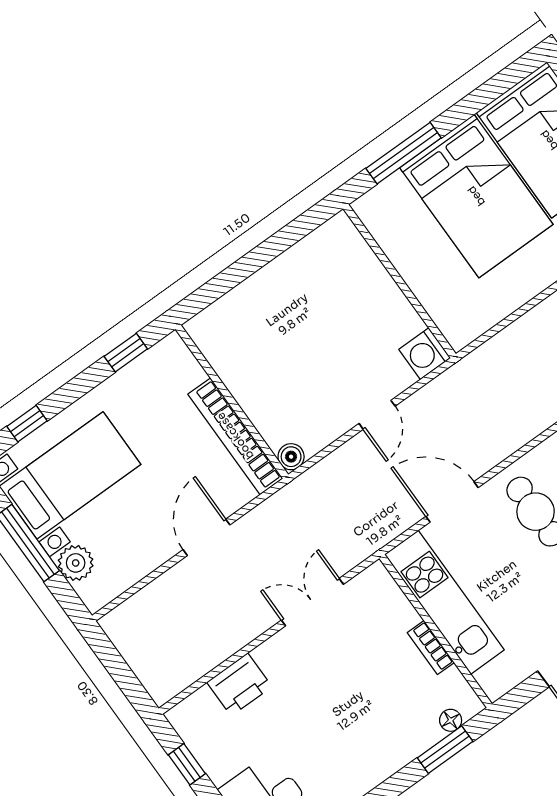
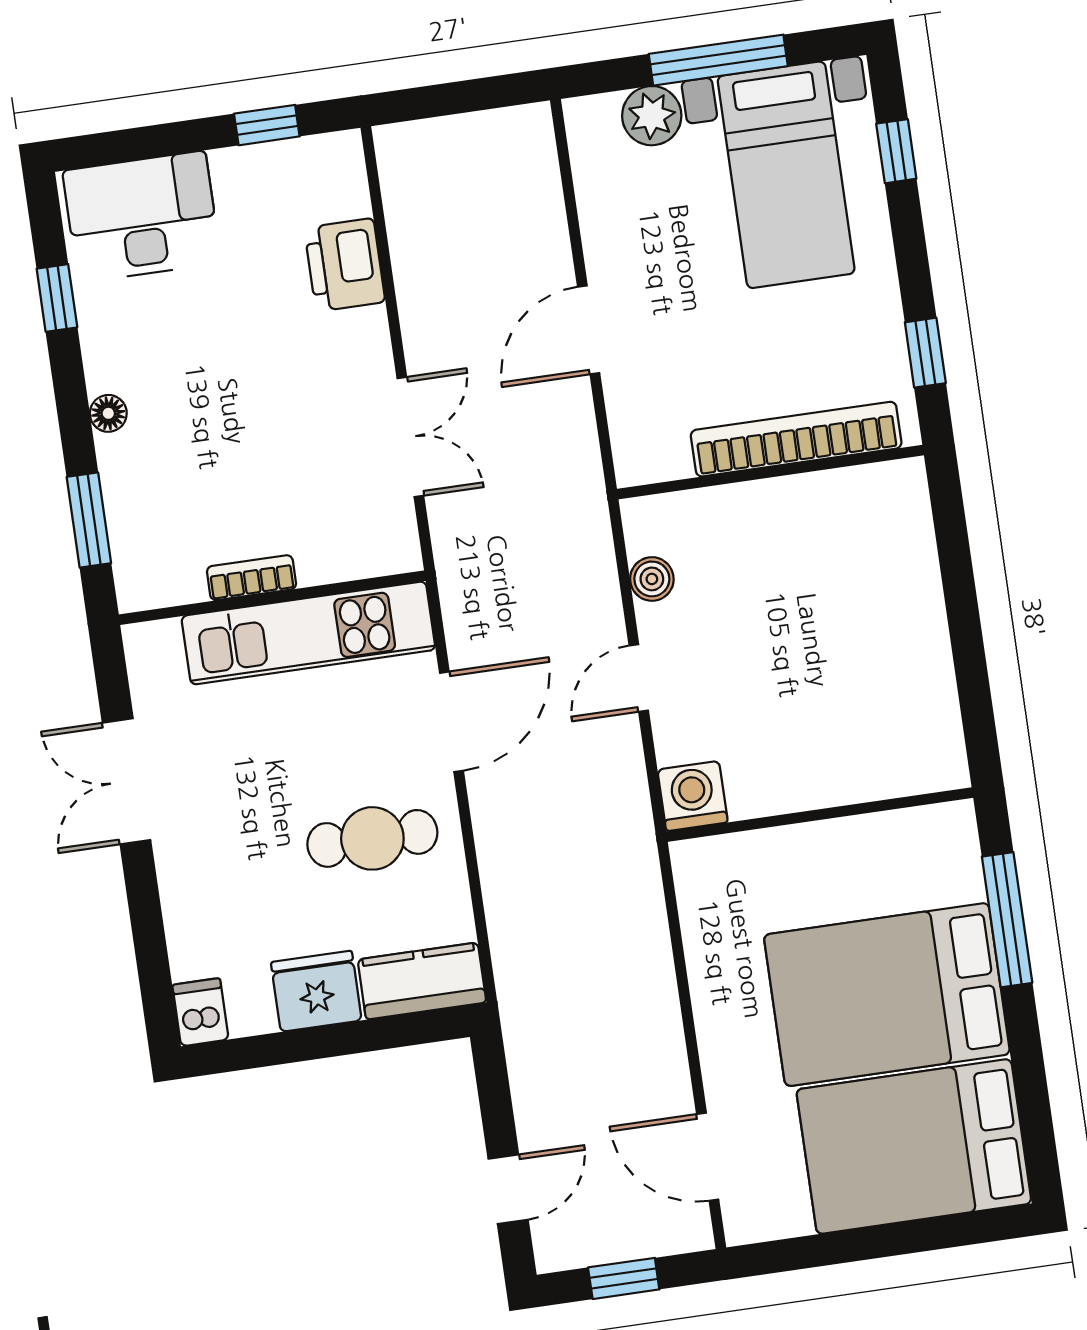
door: (377, 415) -> (639, 678), hinge flipped
bookcase: (235, 436) -> (796, 439), moved
boiler: (291, 457) -> (652, 579), moved
door: (207, 537) -> (589, 330), swing flipped
floor lamp: (451, 720) -> (108, 413), moved

